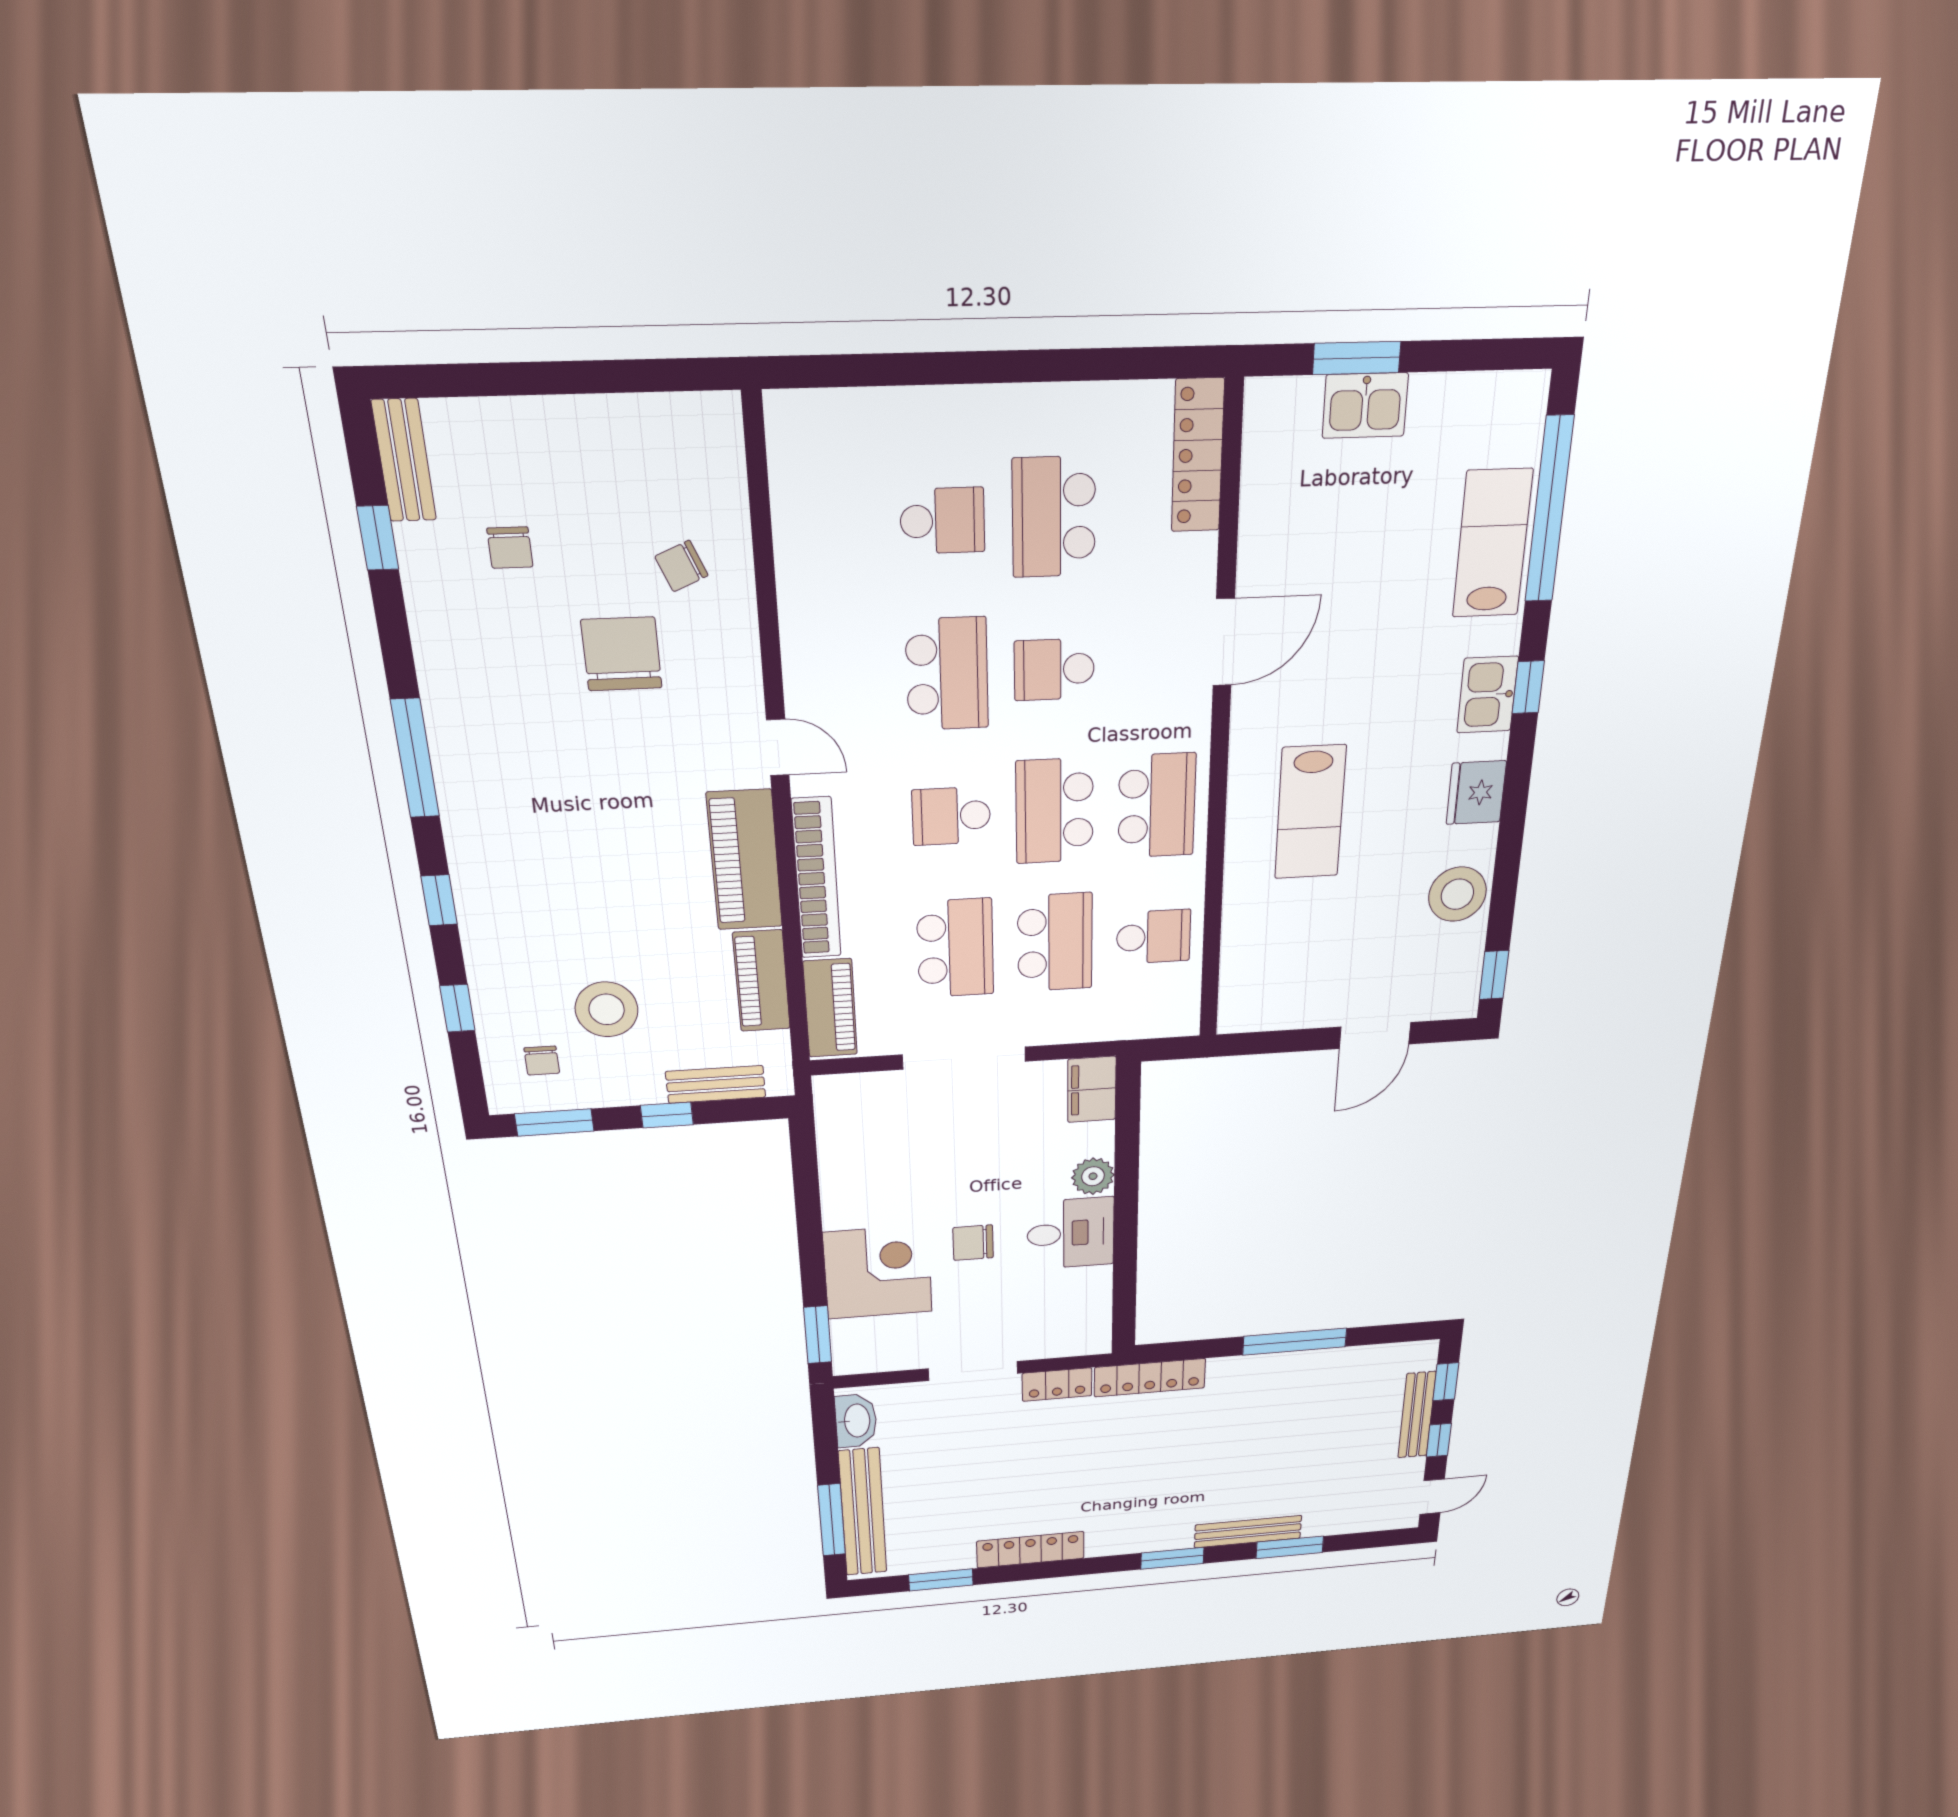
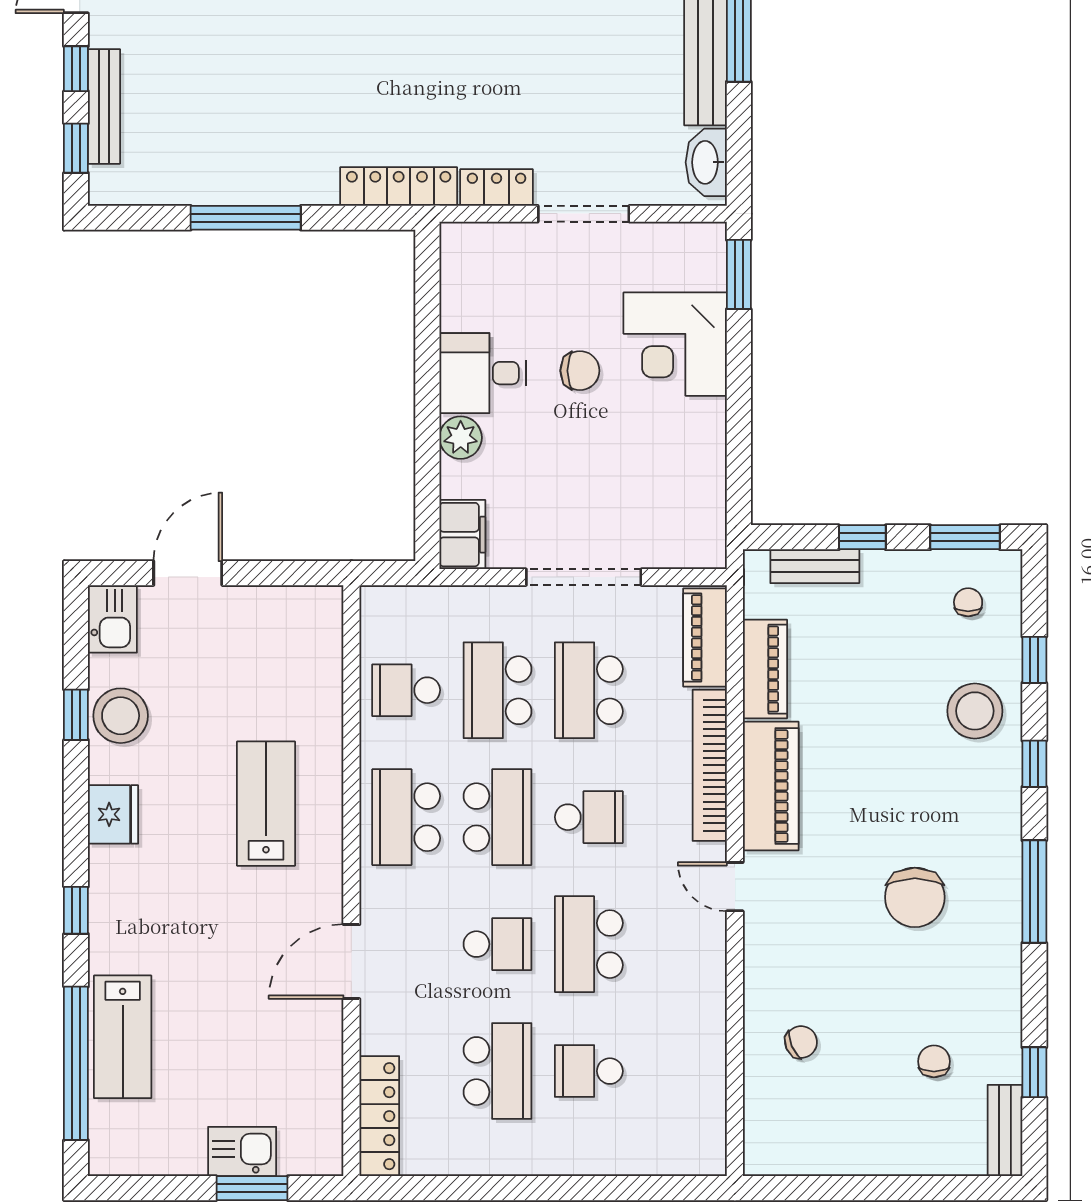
chair: (622, 654) -> (915, 897), moved
kitchen sink: (1488, 695) -> (112, 619), moved
window: (1494, 975) -> (76, 715), moved
stool: (607, 1009) -> (975, 711), moved

